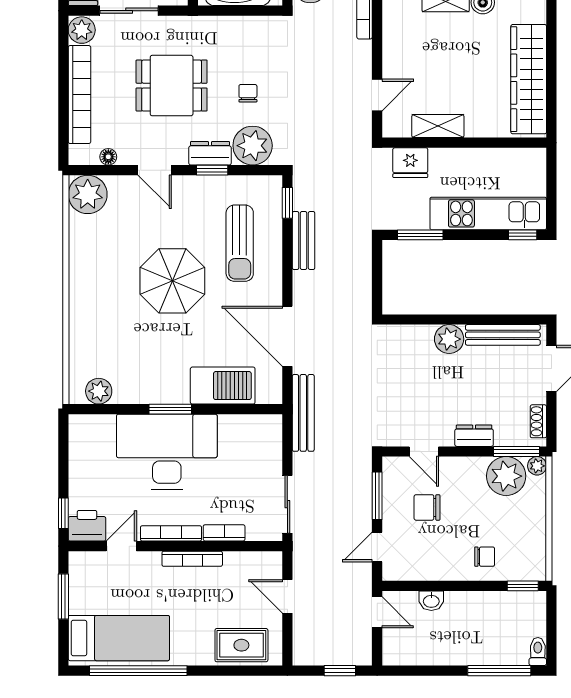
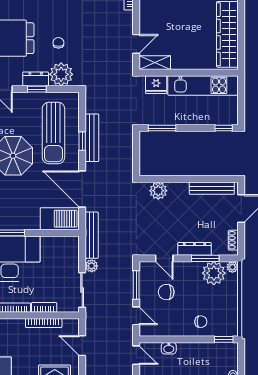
shelving: (438, 126) -> (155, 63), moved
window: (287, 203) -> (82, 141), moved
kitchen unit: (488, 213) -> (203, 85), moved, turned 180
bench: (304, 240) -> (92, 138), width x1.36
sun lounger: (240, 243) -> (53, 133), width x1.36, depth x1.34
plant: (449, 339) -> (158, 191), moved
barbecue: (223, 386) -> (60, 219), moved
dresser: (474, 436) -> (194, 249), width x1.44
window: (516, 451) -> (205, 258), moved
plant: (303, 464) -> (92, 266), added
door: (377, 547) -> (136, 316), swing flipped
bookcase: (192, 559) -> (44, 323), moved

